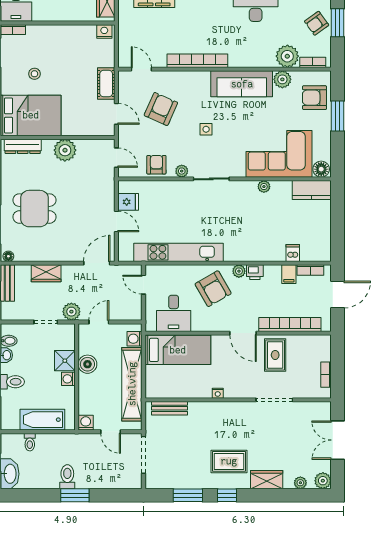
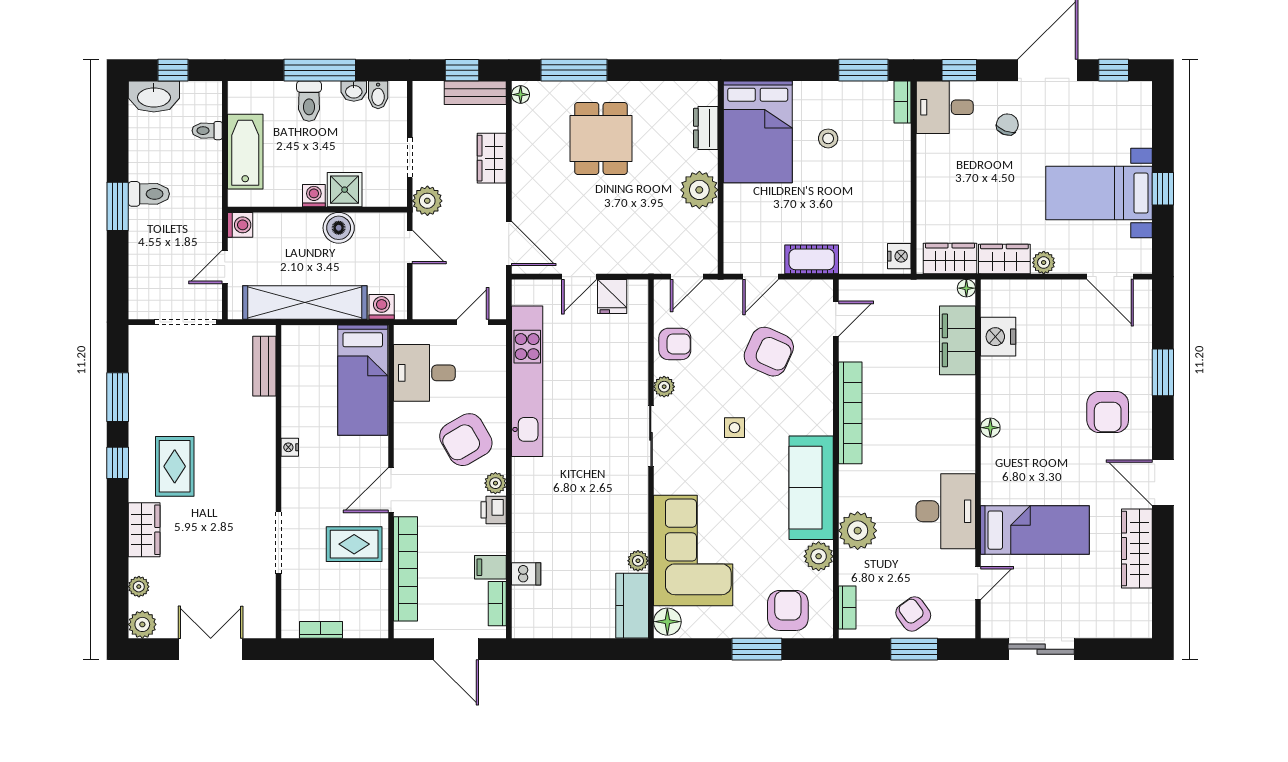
plant: (287, 56) -> (858, 531), moved
dresser: (23, 146) -> (706, 128), width x0.70
plant: (264, 187) -> (638, 561), moved

